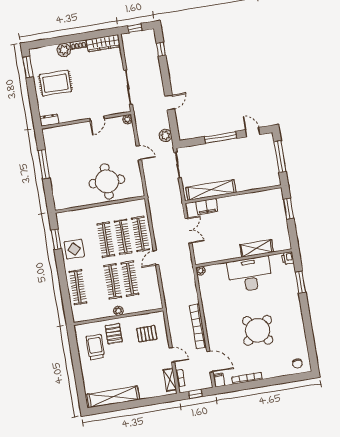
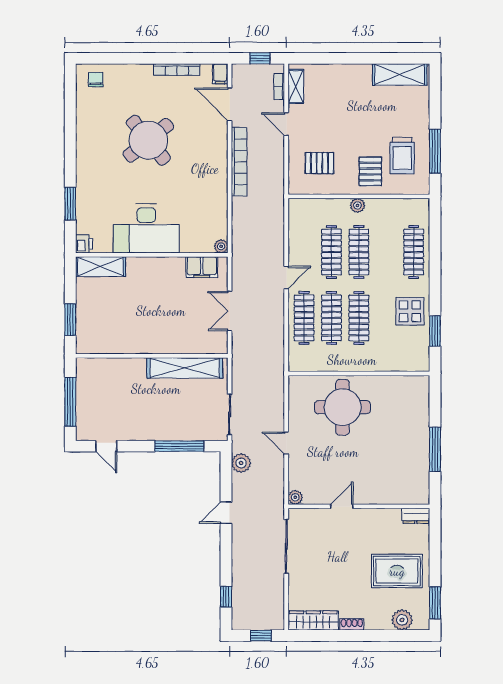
plant: (64, 50) -> (402, 620), moved
window: (221, 137) -> (179, 446), moved
filing cabinet: (207, 206) -> (202, 267), moved, turned 180
shelving: (257, 248) -> (100, 267), moved
window: (75, 353) -> (435, 151), added
shelving: (113, 397) -> (400, 74), width x0.68

